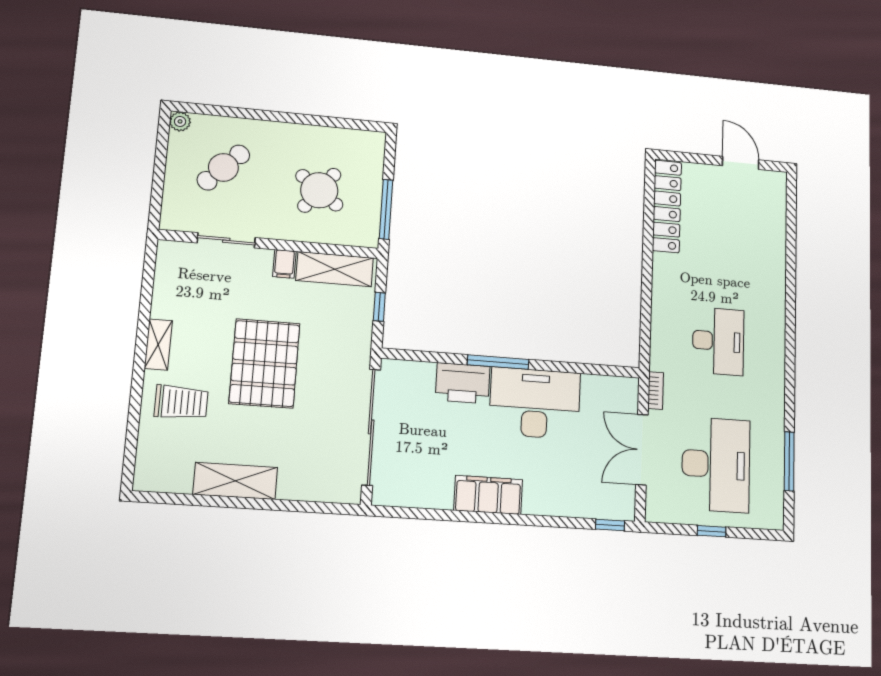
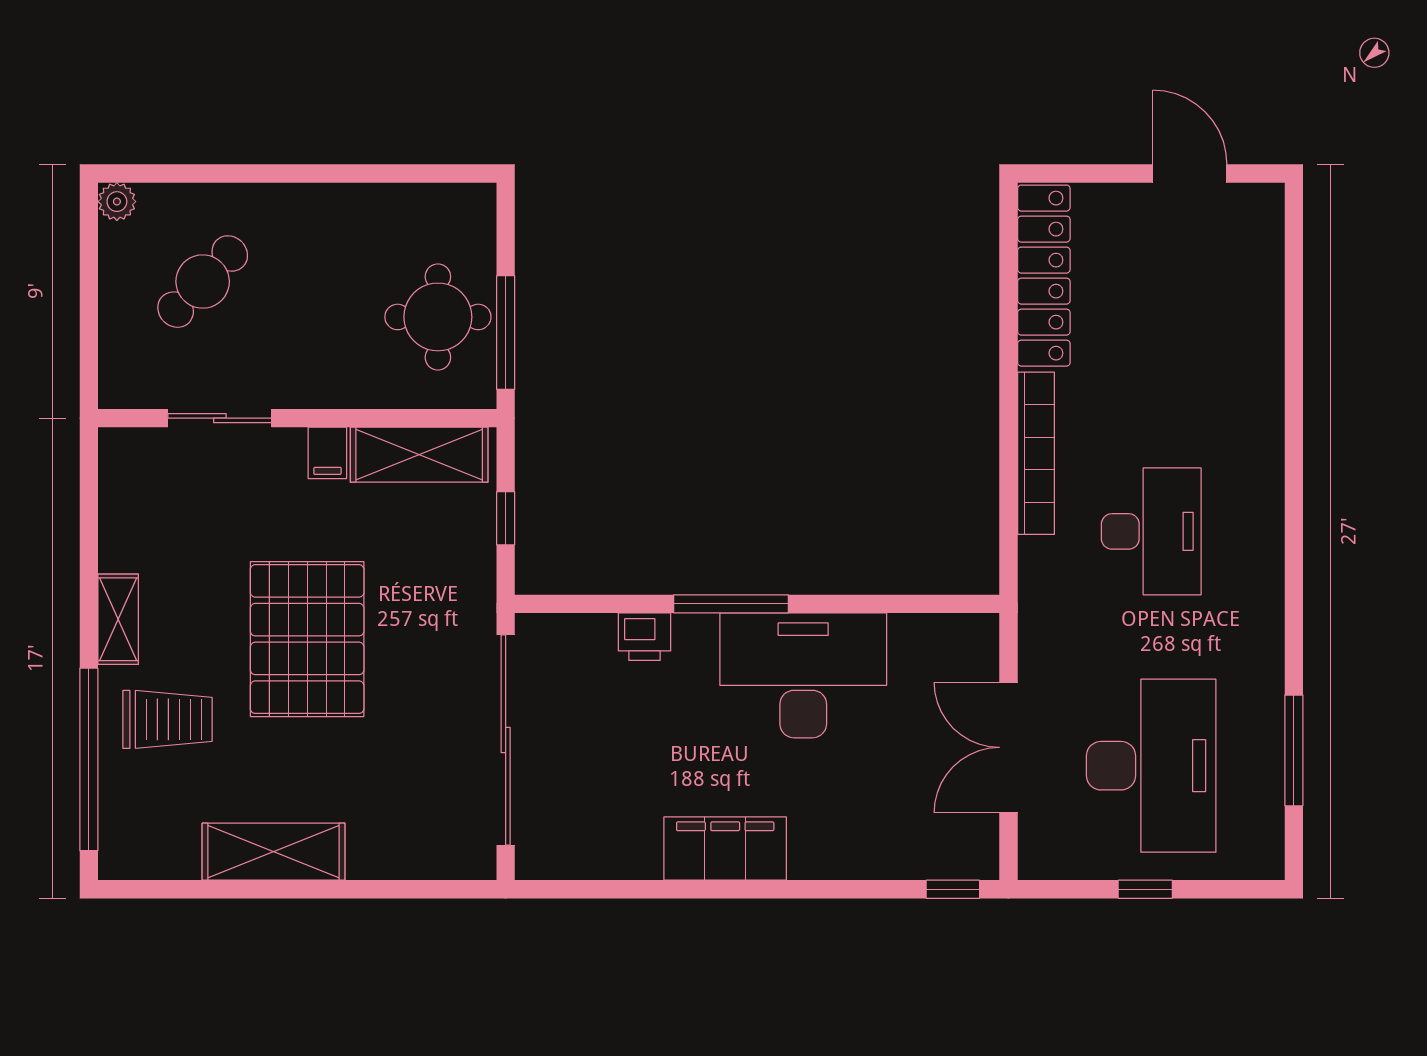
round table: (319, 190) -> (438, 317), moved, turned -37
printer: (463, 383) -> (645, 637), width x0.53, depth x0.68
bookcase: (656, 391) -> (1036, 453), moved, width x2.31, depth x1.31
window: (133, 422) -> (89, 759), added

